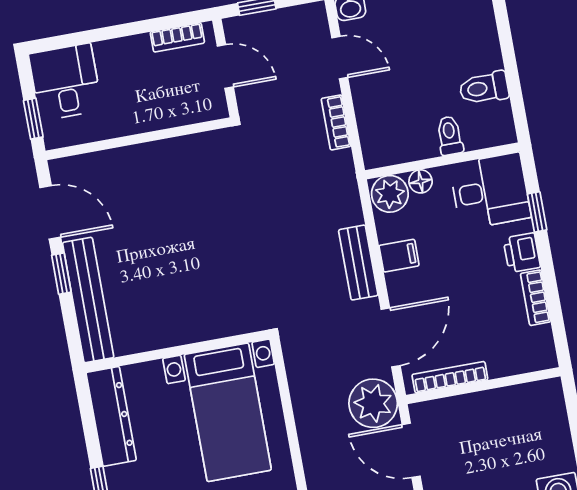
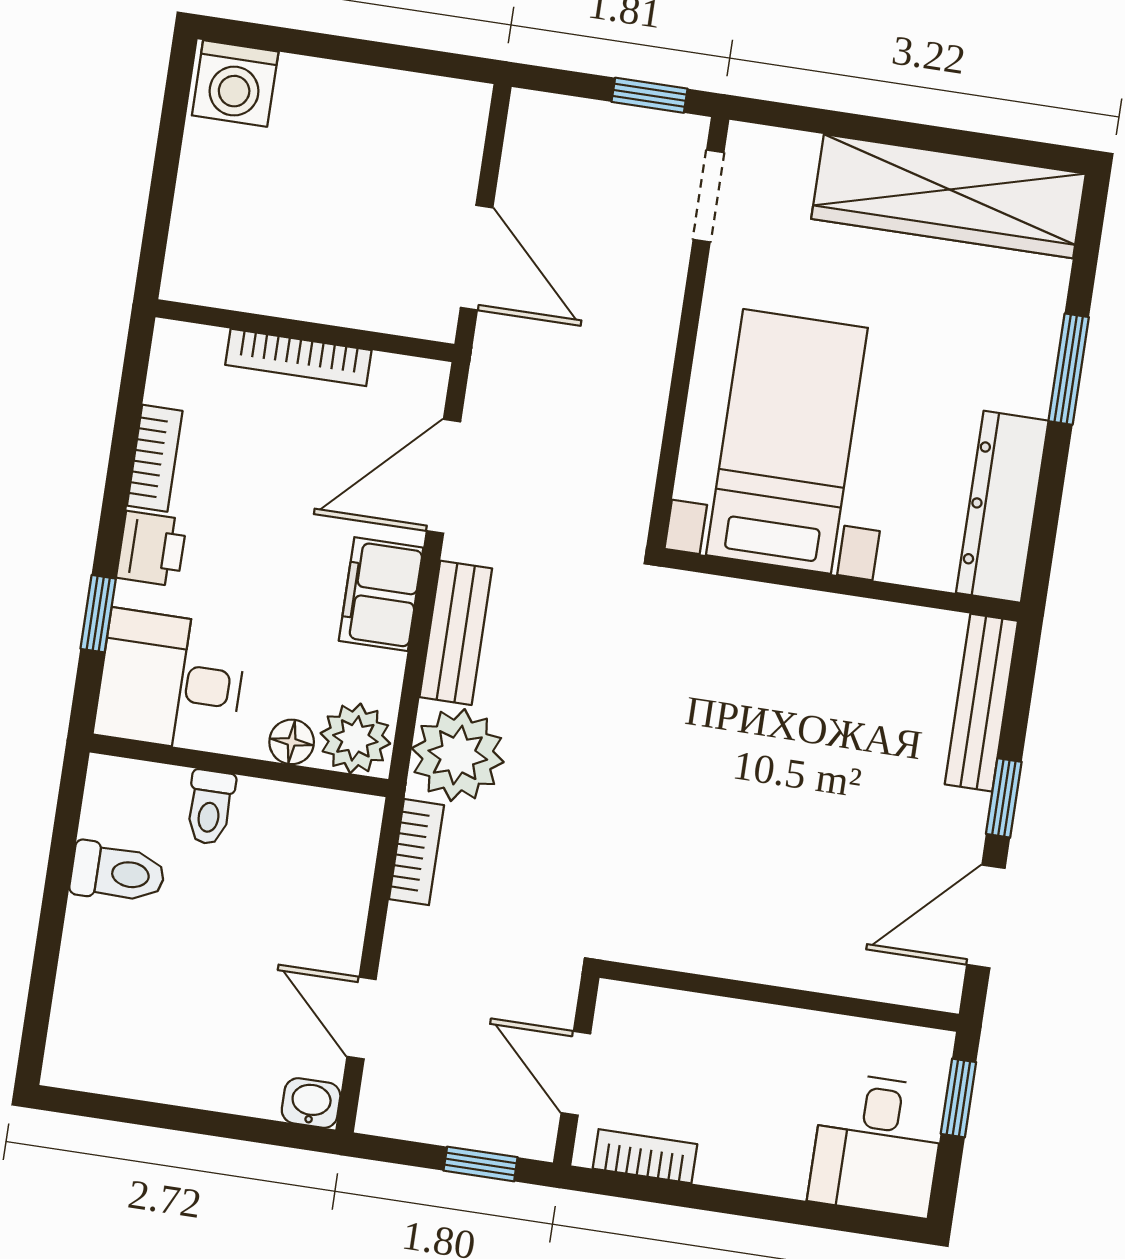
bookcase: (336, 122) -> (416, 852), moved
door: (50, 212) -> (986, 916), hinge flipped
filing cabinet: (399, 256) -> (381, 594), width x2.00
bench: (88, 300) -> (981, 703), width x0.73, depth x0.82
bookcase: (450, 377) -> (298, 357), moved
plant: (373, 403) -> (458, 755), moved

